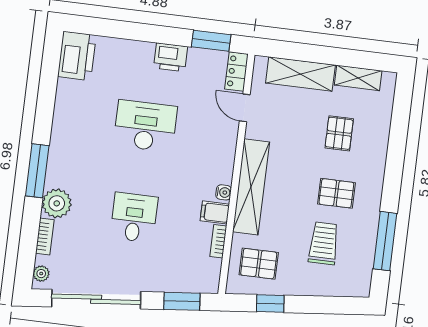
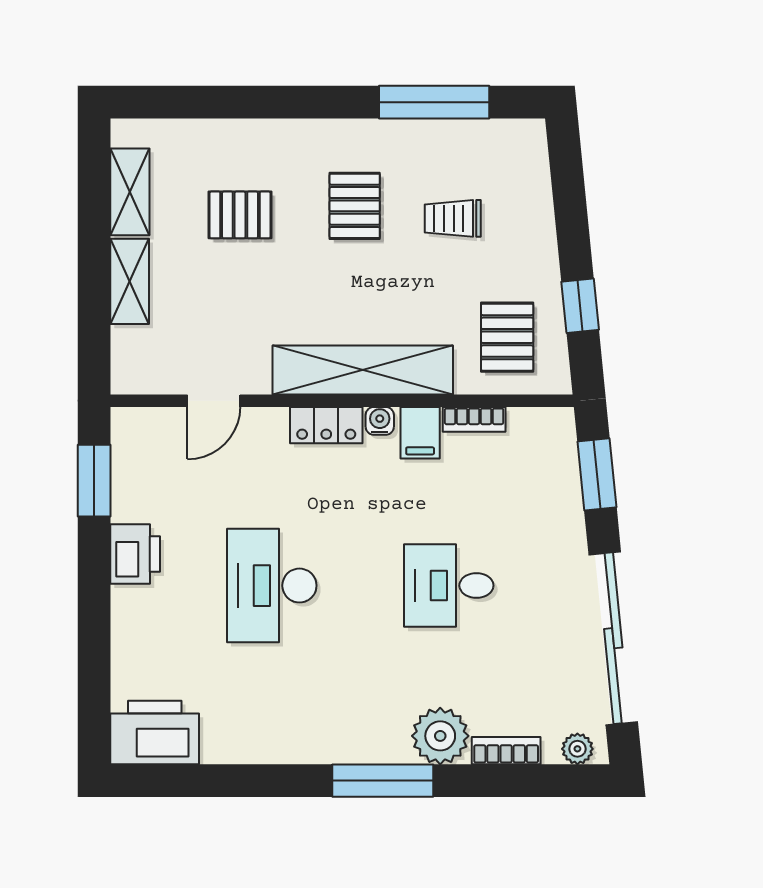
locker: (236, 71) -> (326, 425), moved
shelving: (300, 74) -> (130, 281), width x0.67, depth x0.75
trolley: (324, 243) -> (453, 218), width x0.73, depth x0.72

